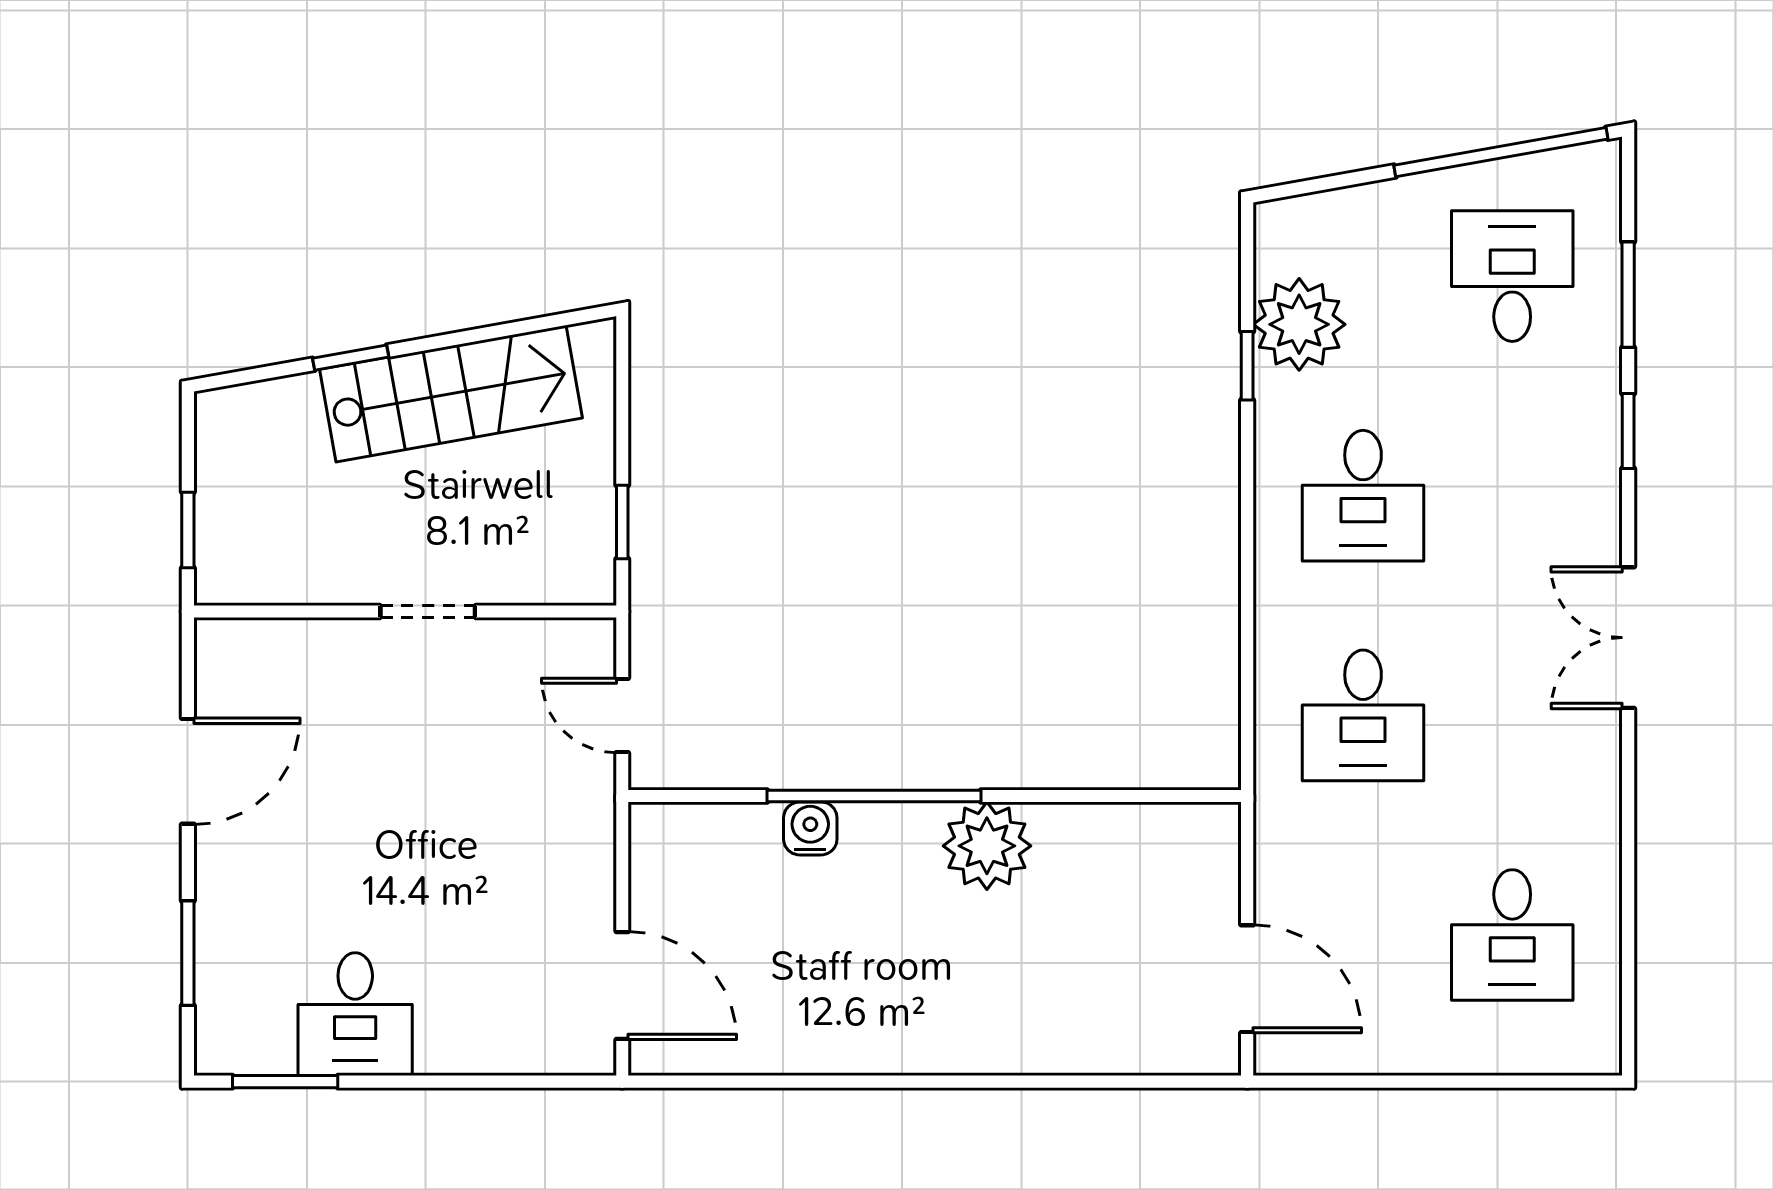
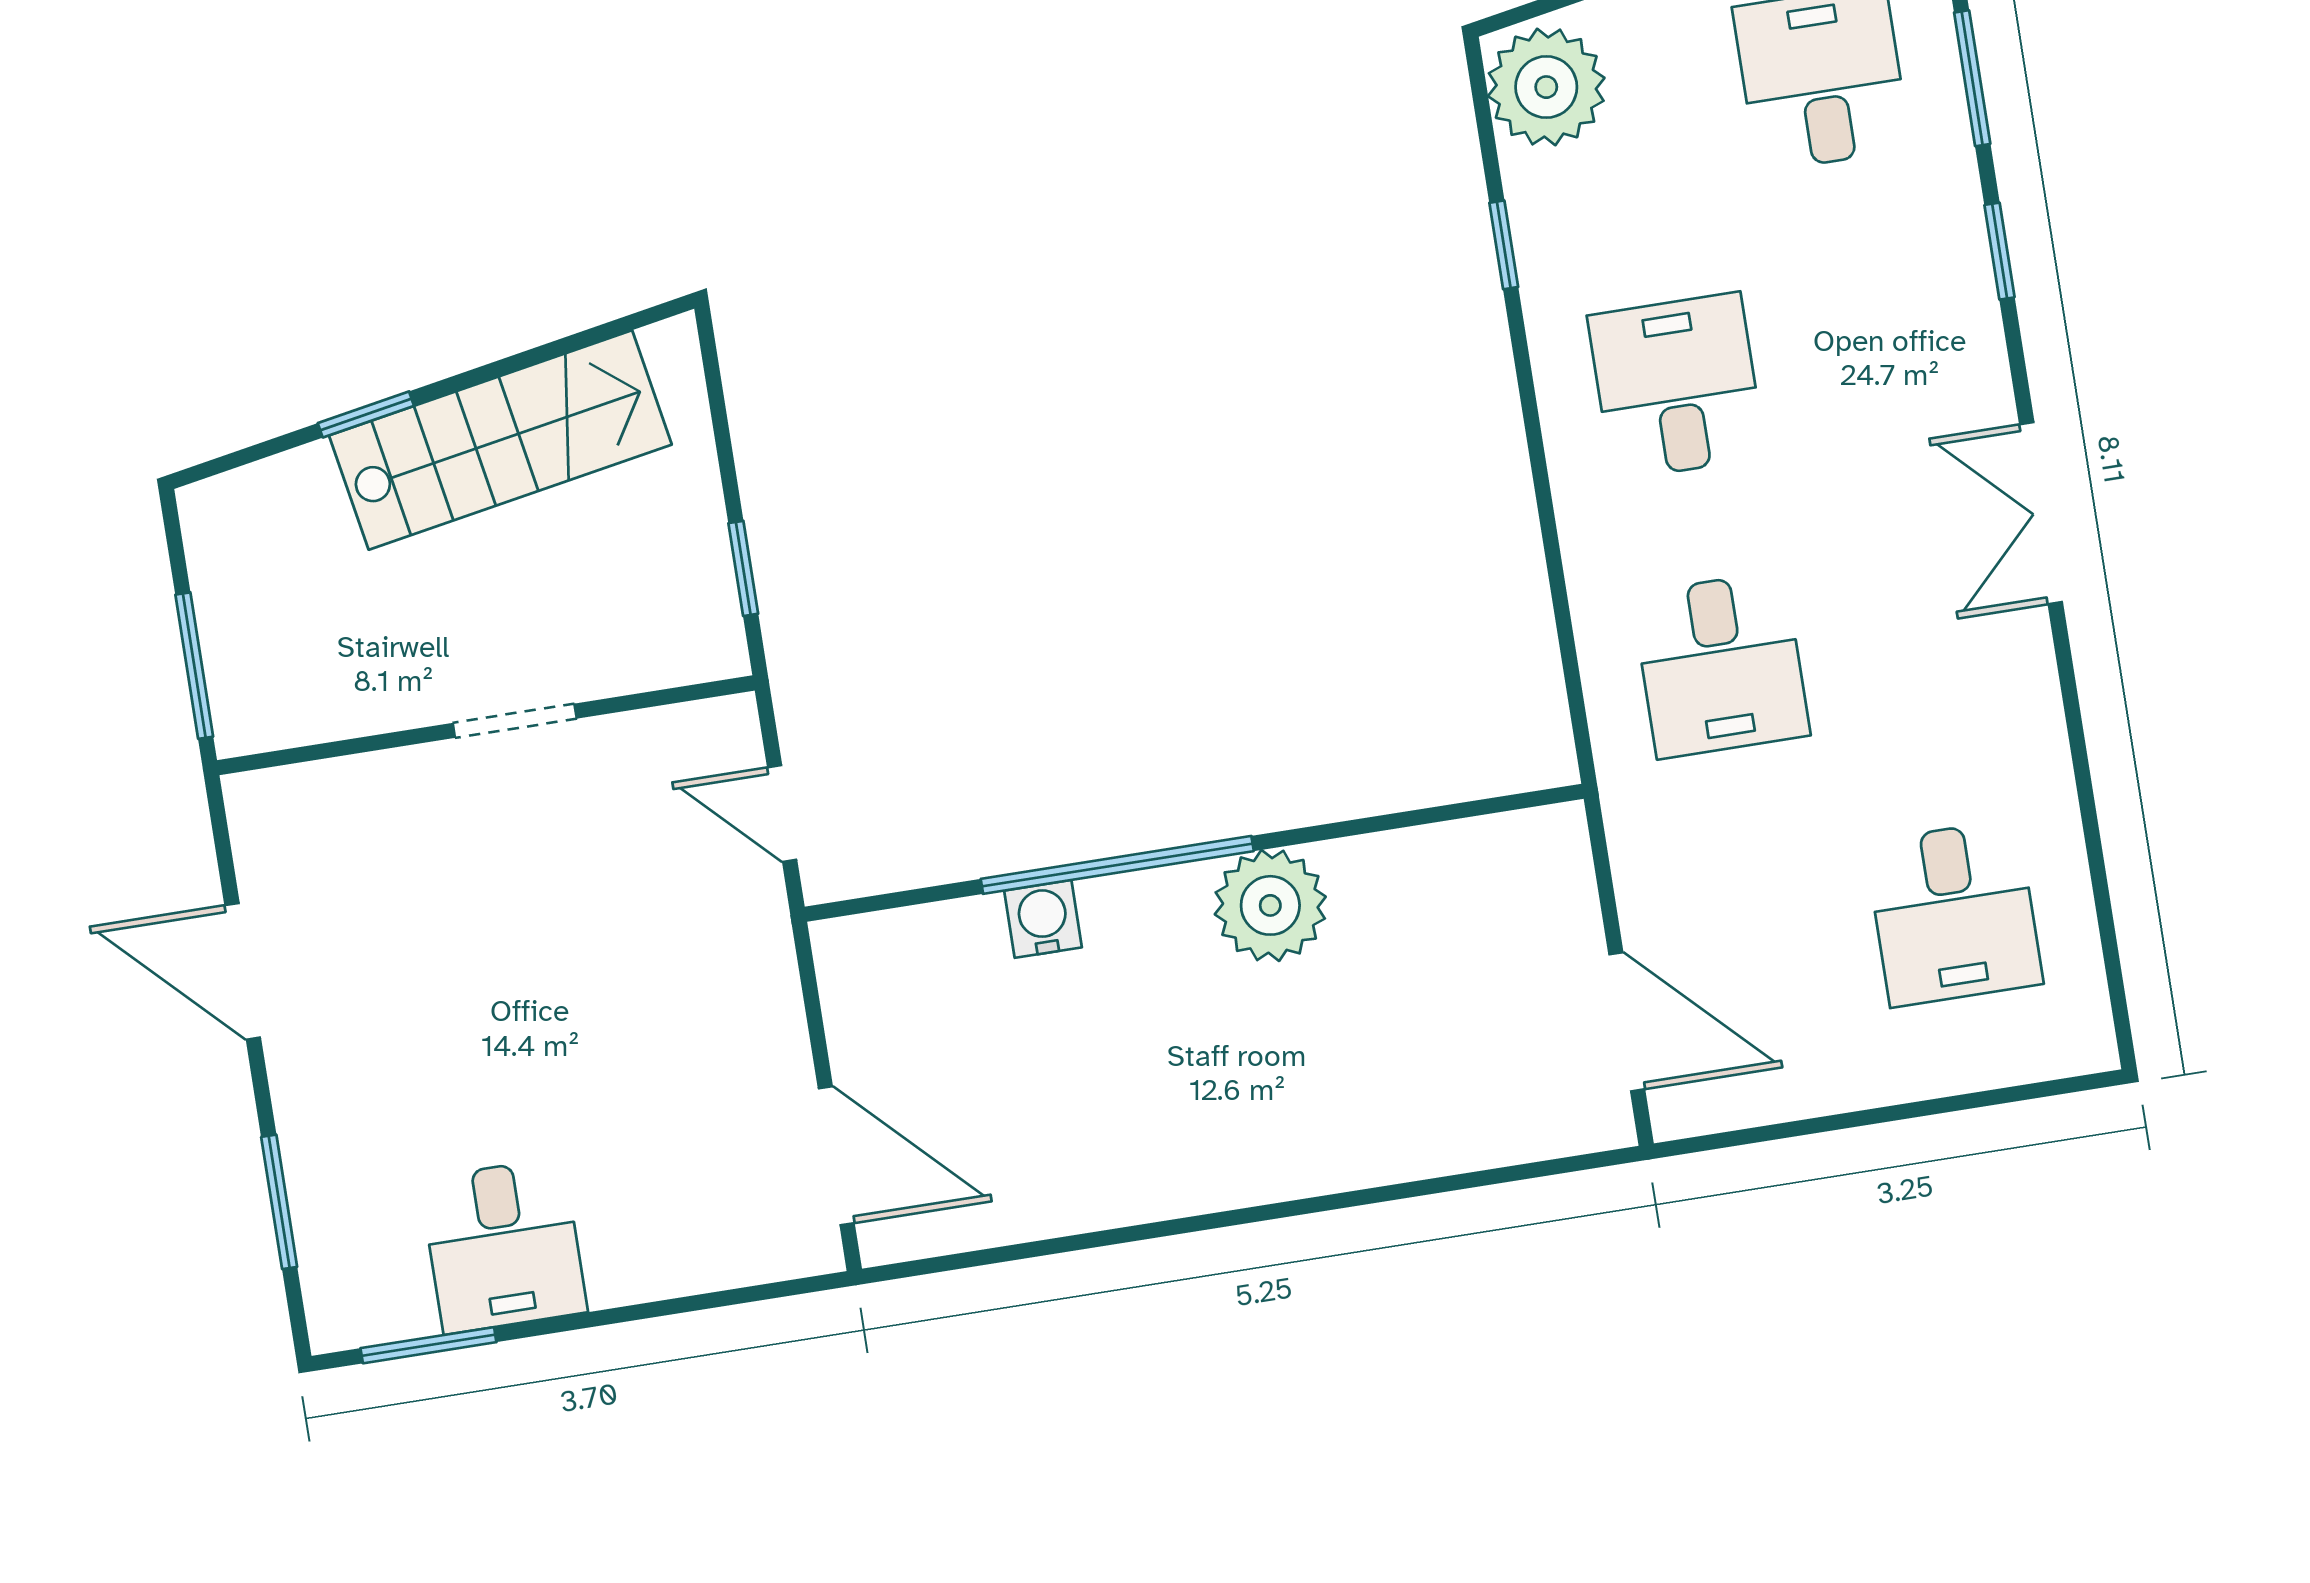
plant: (1299, 324) -> (1546, 87), moved
desk: (1363, 496) -> (1677, 386), turned 180
window: (188, 530) -> (194, 666), width x1.50
door: (188, 771) -> (243, 971), swing flipped

